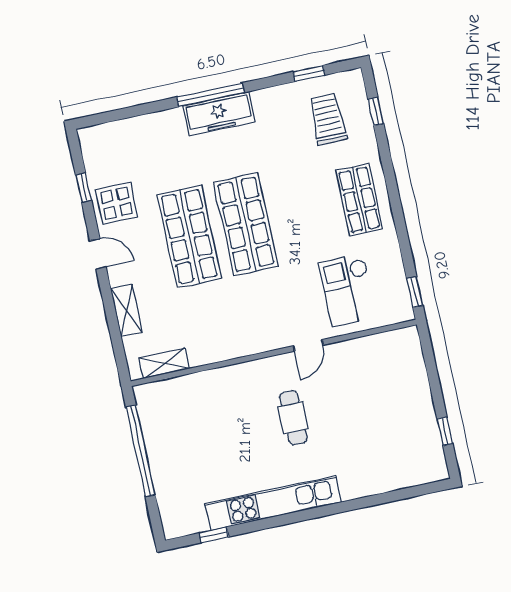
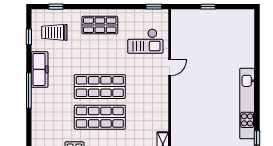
freezer: (219, 114) -> (40, 69), moved
door: (308, 345) -> (170, 68), hinge flipped
cafe table: (293, 418) -> (205, 84), removed
window: (445, 431) -> (208, 7), moved

